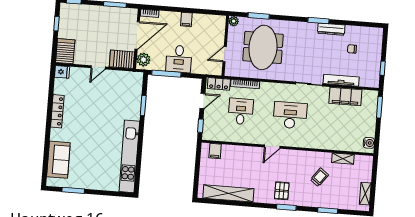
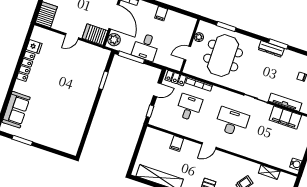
plant: (234, 21) -> (199, 37), moved
dresser: (331, 29) -> (271, 49), moved
door: (137, 35) -> (114, 17), hinge flipped
fridge: (62, 72) -> (34, 47), moved
filing cabinet: (215, 151) -> (177, 143), moved
kitchen unit: (129, 156) -> (80, 123), removed

